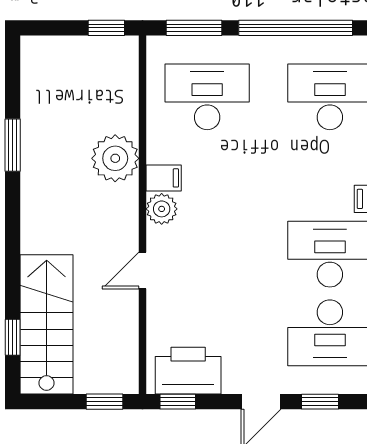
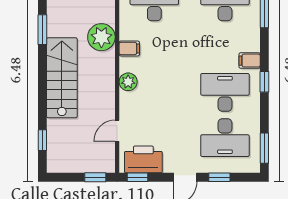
plant: (162, 209) -> (128, 82), moved
door: (143, 270) -> (117, 131), moved
stairs: (47, 324) -> (62, 78), moved

